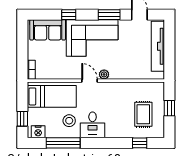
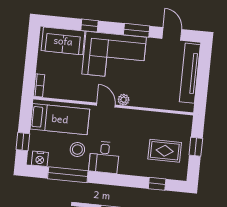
rug: (143, 114) -> (165, 151), turned 90

